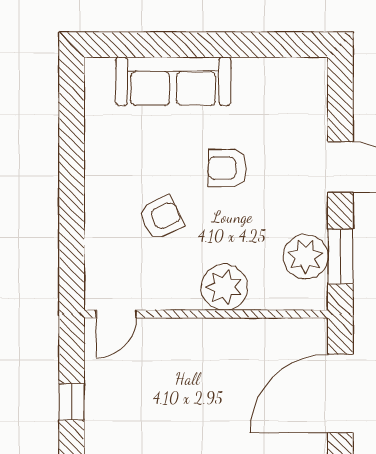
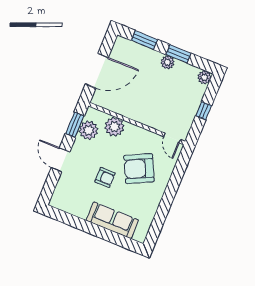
armchair: (161, 218) -> (139, 169), width x1.88, depth x1.88
plant: (224, 287) -> (114, 127), moved
door: (116, 314) -> (172, 138), swing flipped

